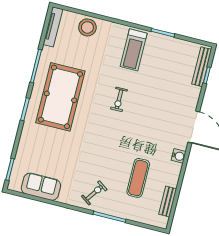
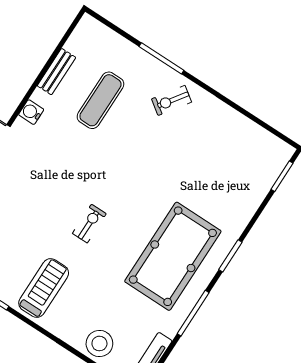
sofa: (41, 187) -> (246, 136), removed
bench: (168, 201) -> (57, 72), moved

